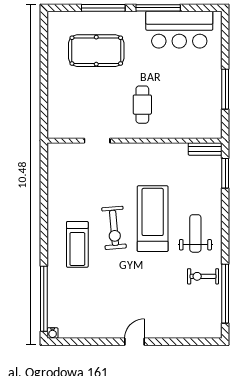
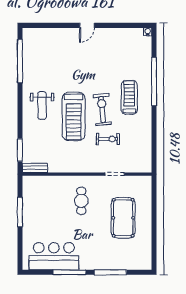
pool table: (96, 51) -> (123, 218), moved, turned 90
exercise bike: (203, 276) -> (108, 139), moved
window: (44, 299) -> (154, 82), moved

